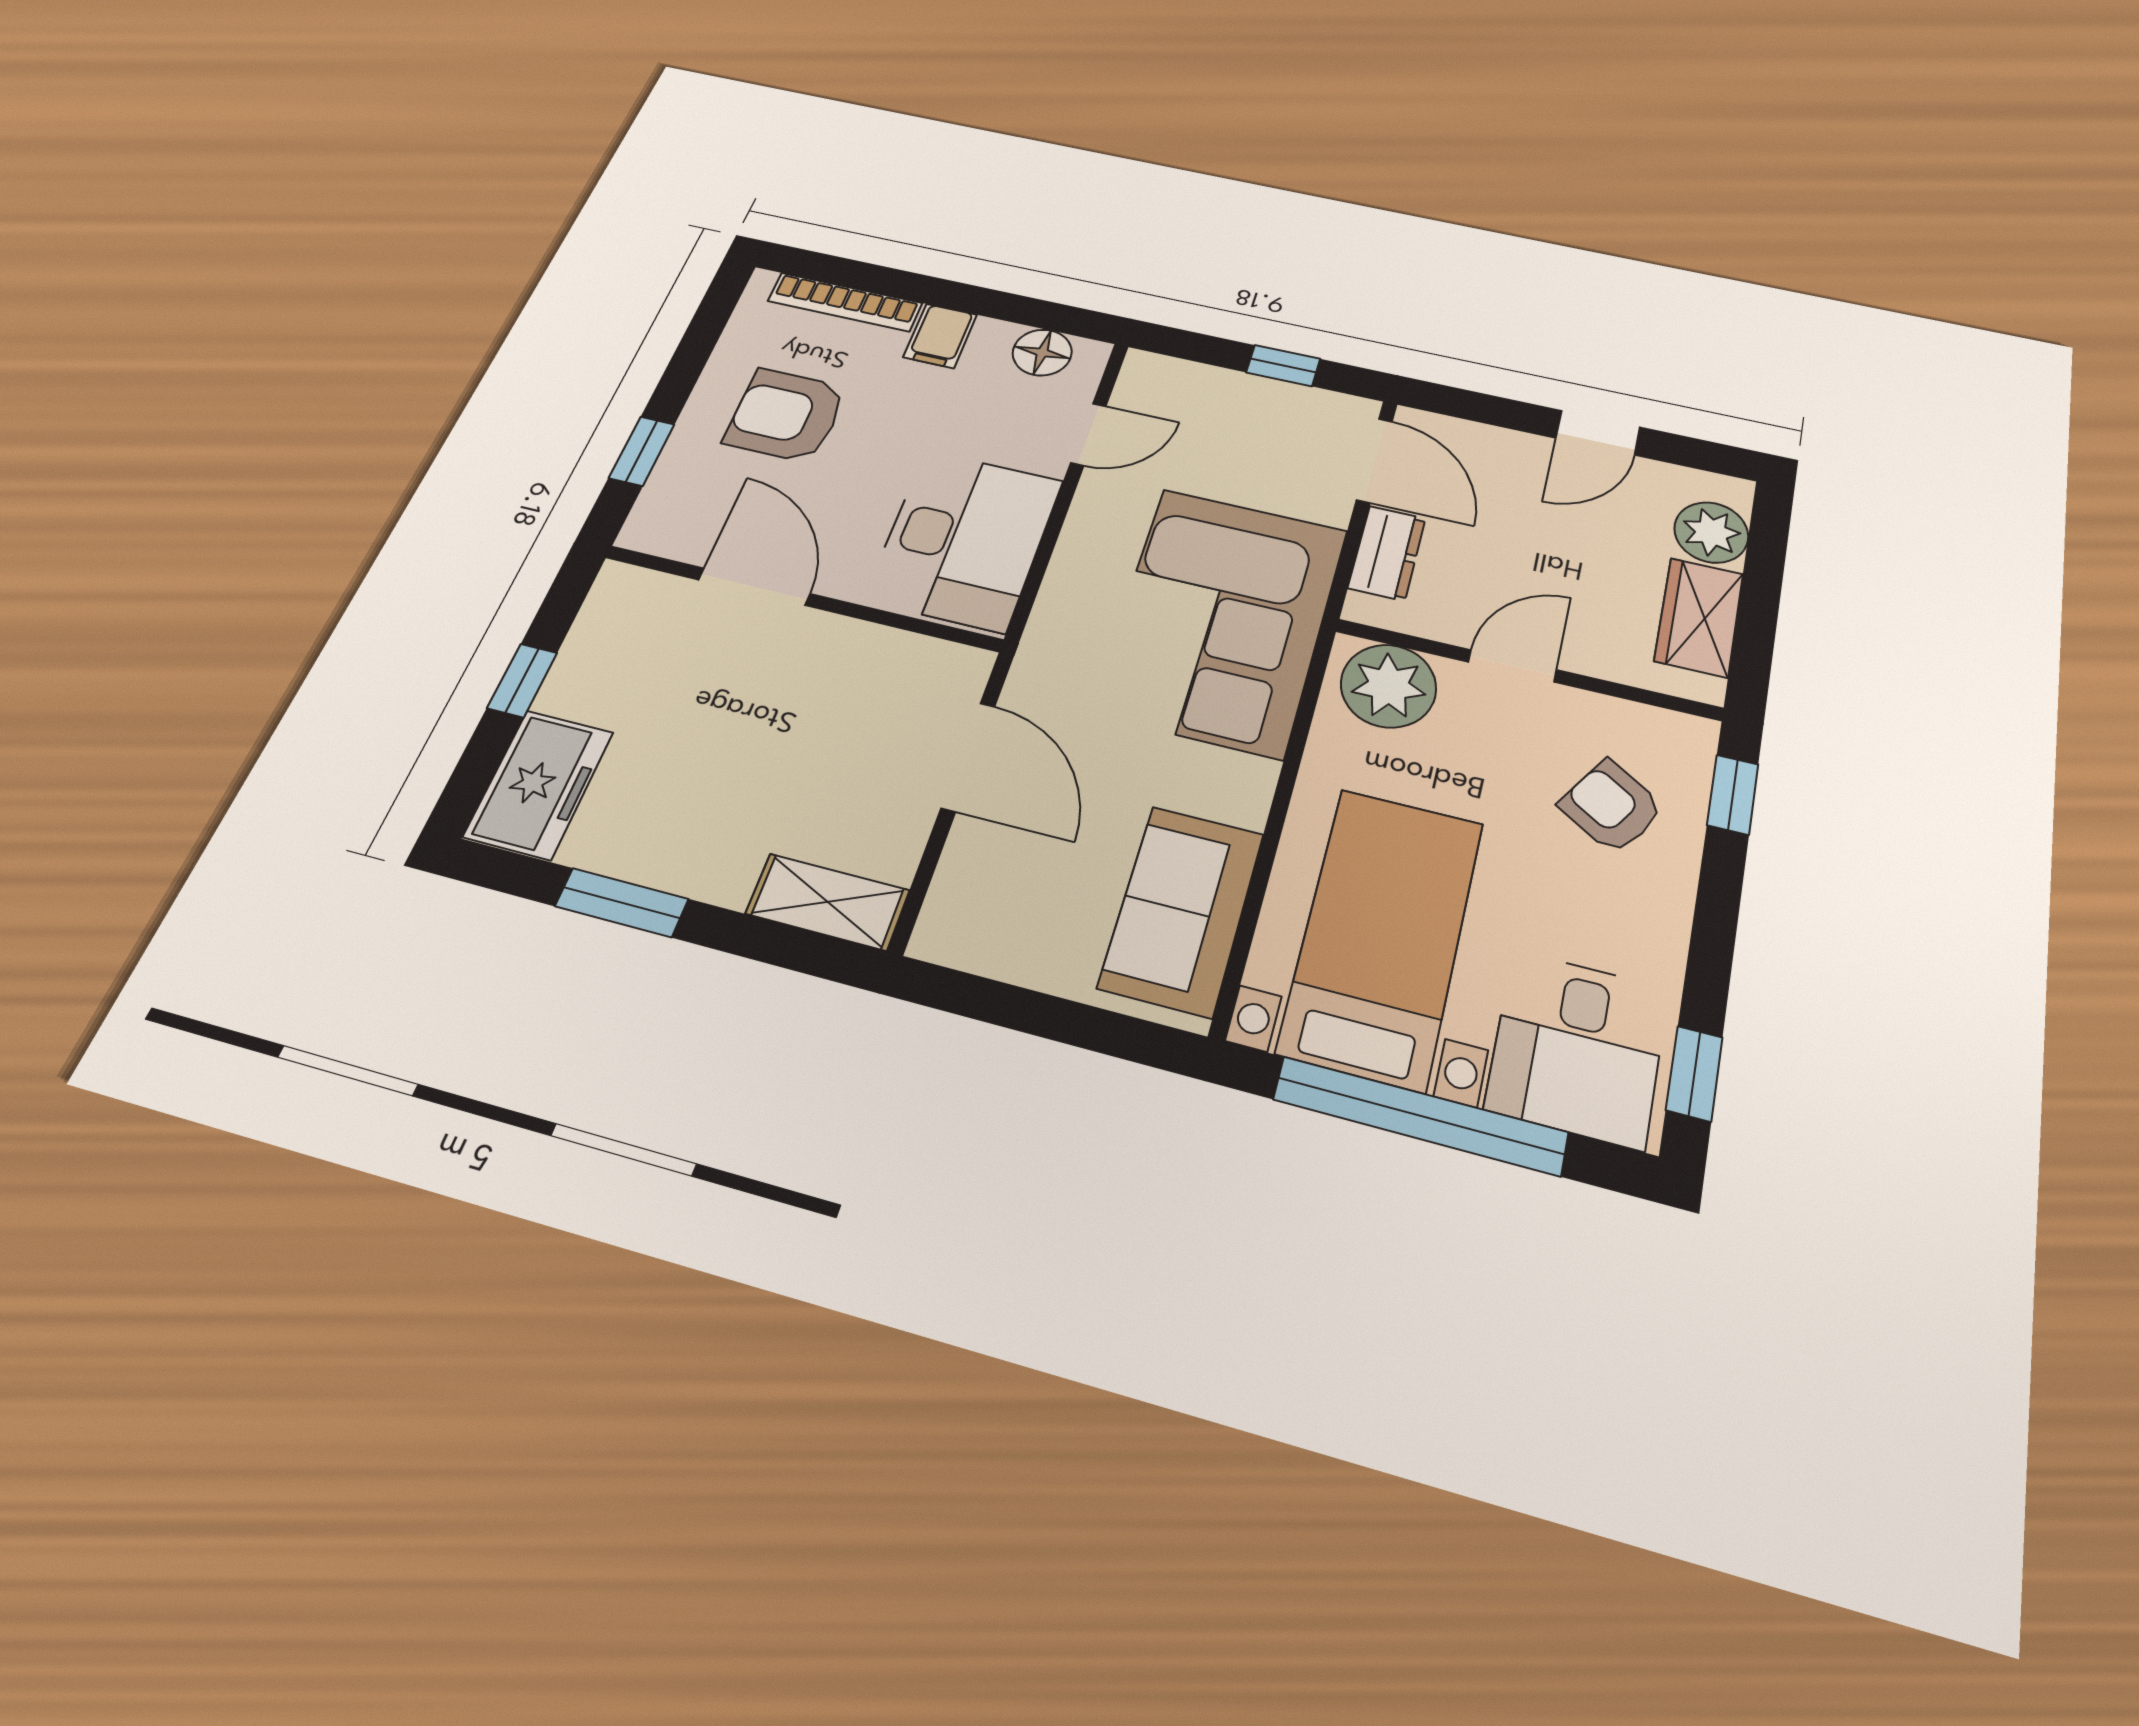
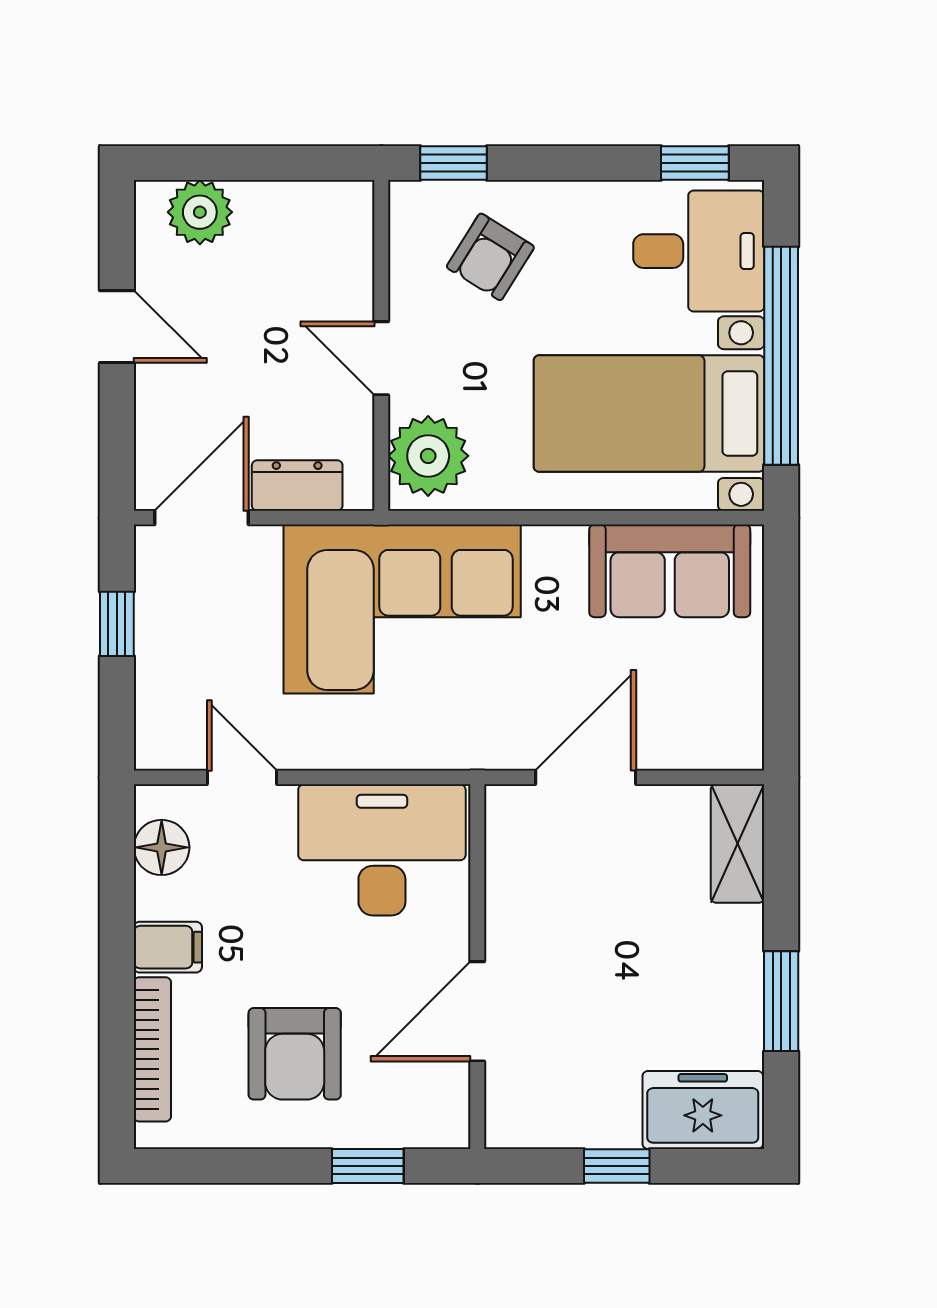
wardrobe: (1699, 617) -> (291, 211), removed

